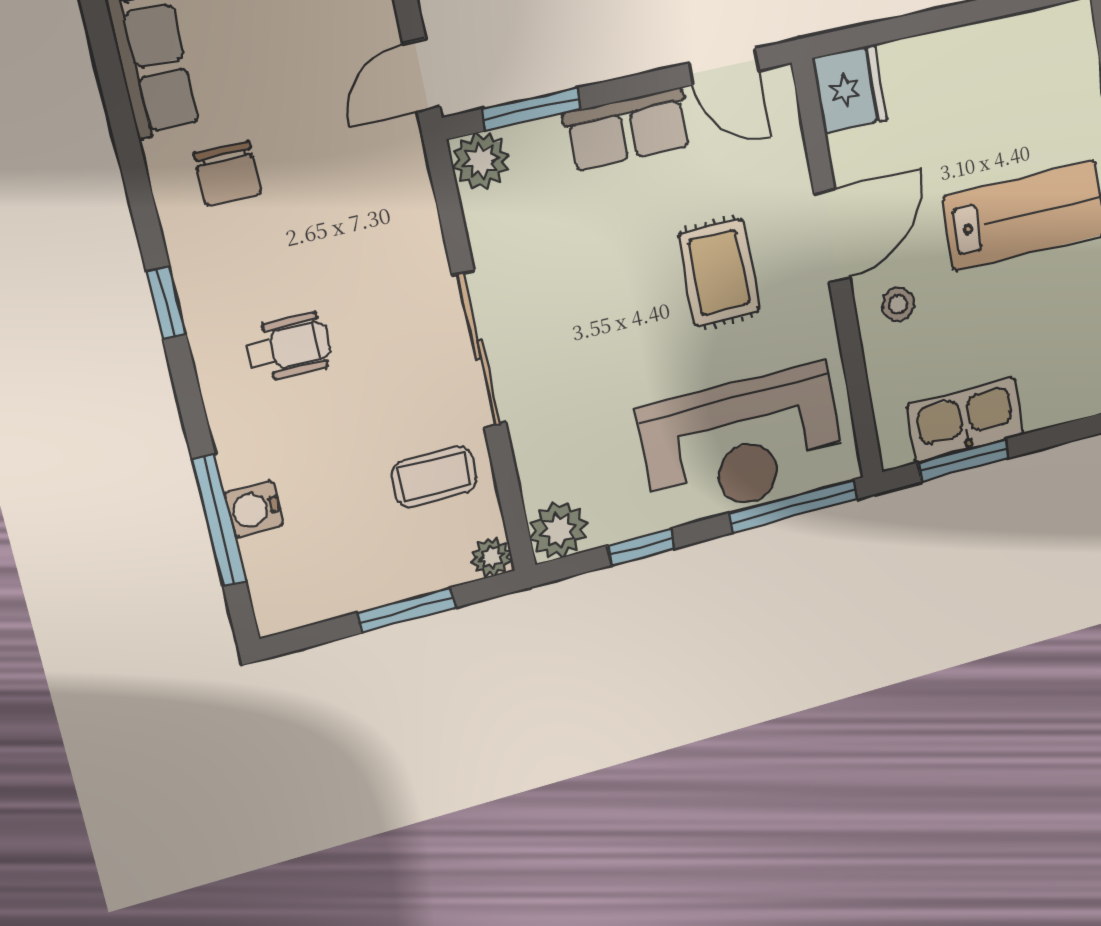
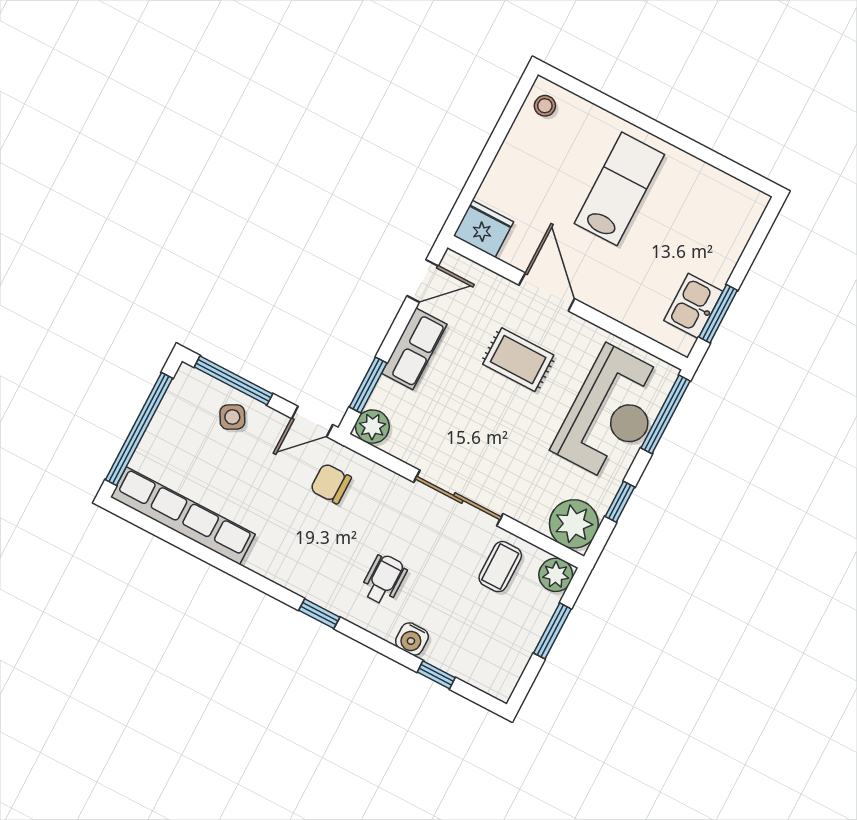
door: (421, 76) -> (312, 422), hinge flipped
chair: (228, 174) -> (331, 484), moved, turned 180
stool: (898, 304) -> (545, 106), moved
kitchen sink: (965, 420) -> (693, 306), width x0.73
water cooler: (254, 509) -> (412, 639), moved
window: (219, 521) -> (436, 675), width x0.46
plant: (558, 530) -> (574, 524), width x1.36, depth x1.36
plant: (491, 557) -> (556, 575), width x1.38, depth x1.38

